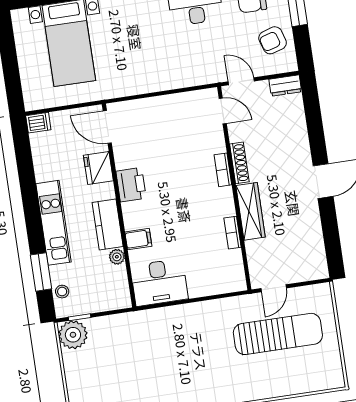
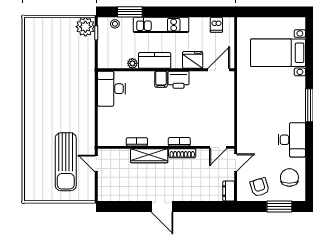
dishwasher: (38, 123) -> (216, 25), moved
filing cabinet: (138, 239) -> (161, 79), moved

